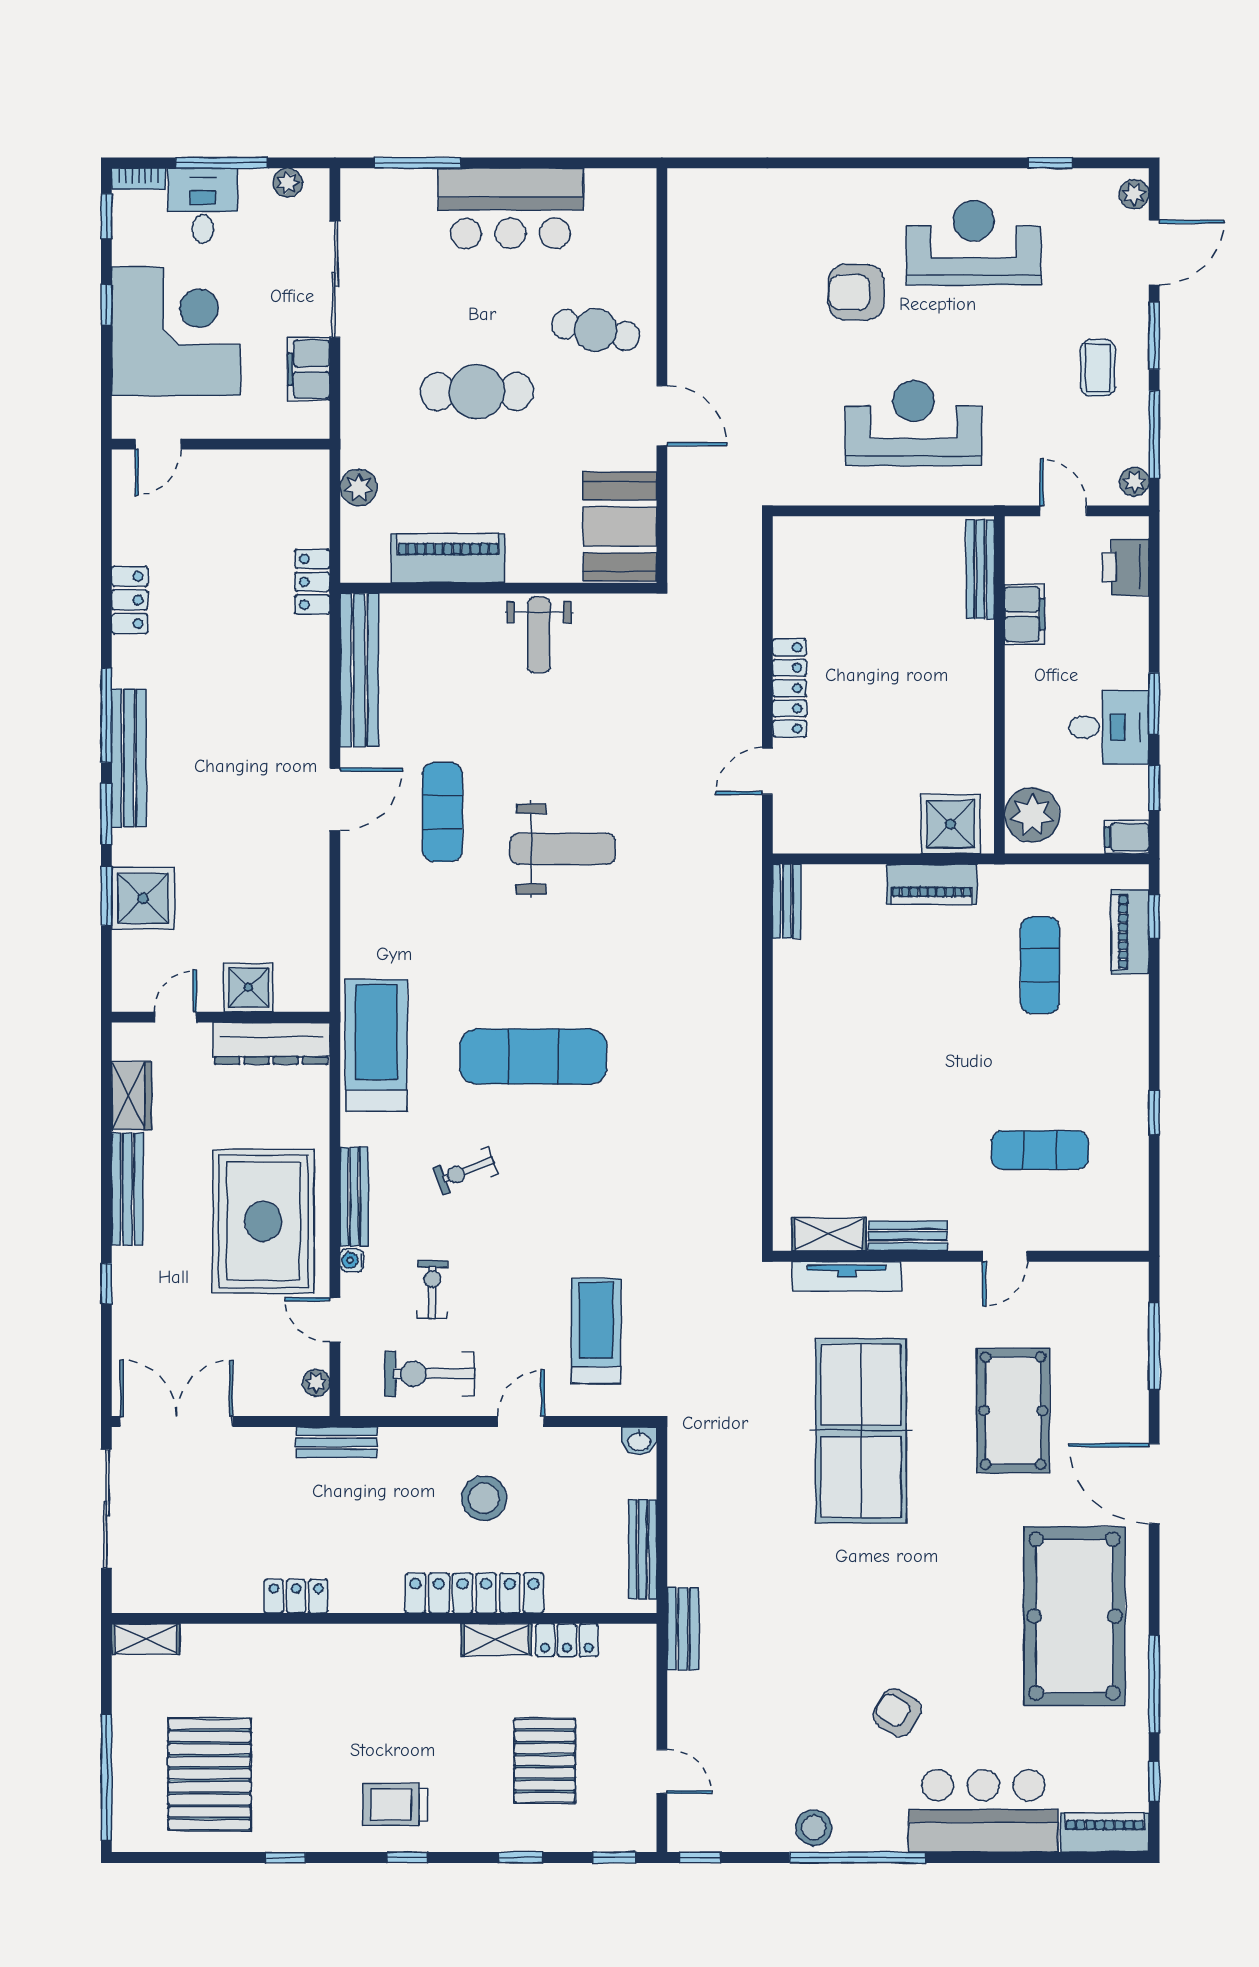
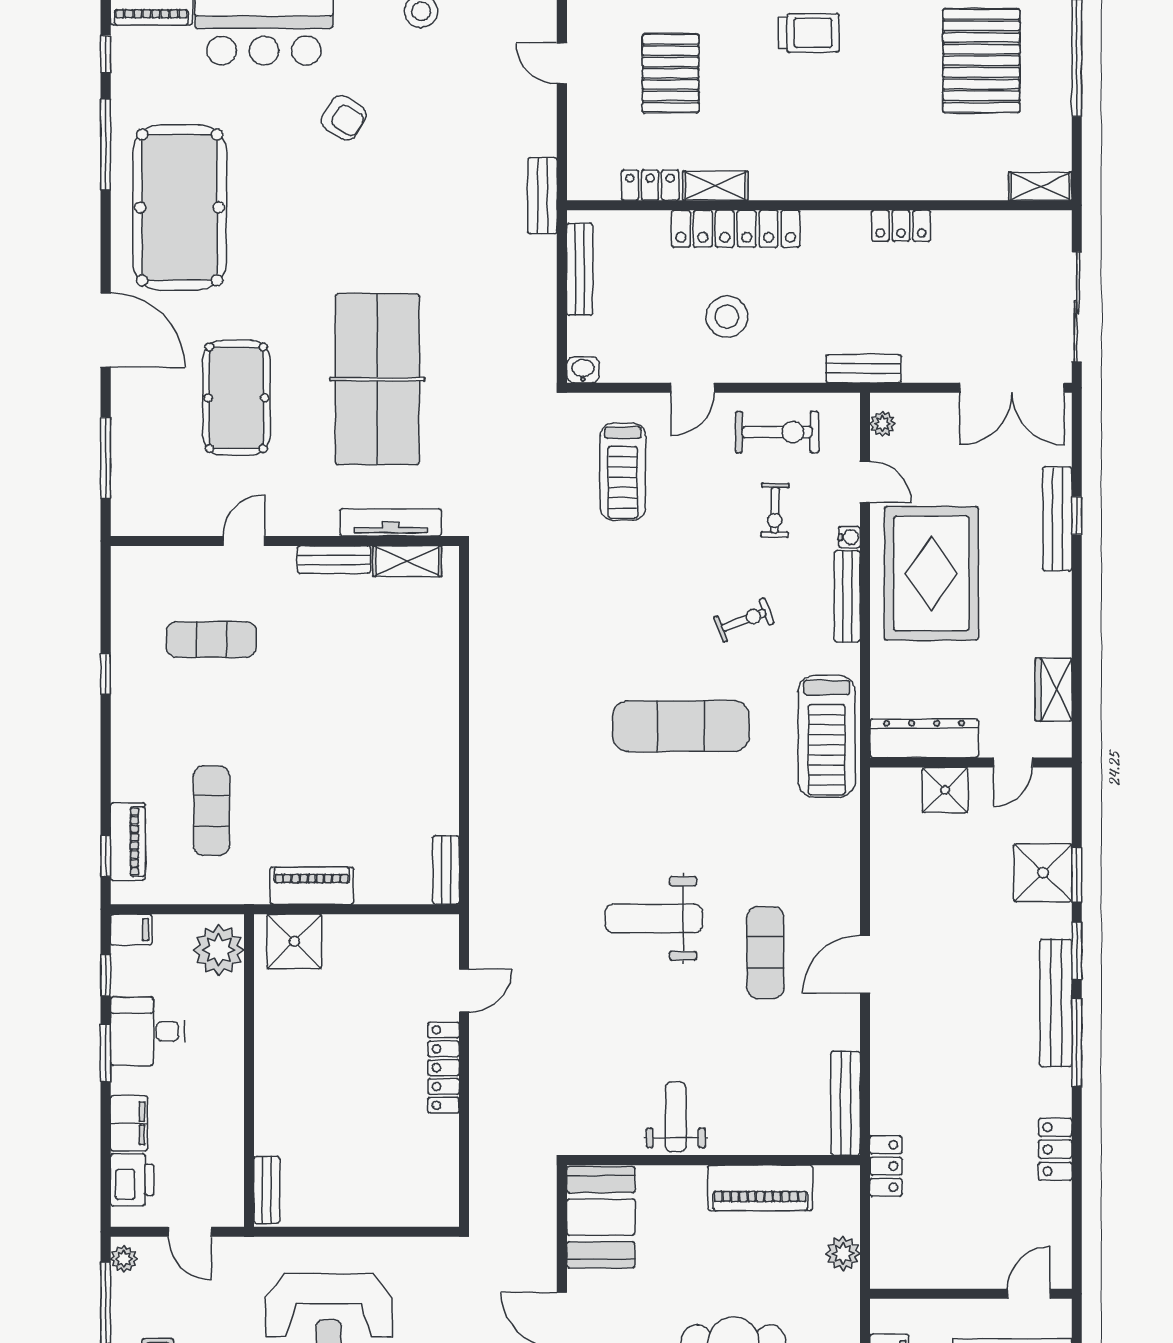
bench: (980, 569) -> (267, 1190), width x0.73
filing cabinet: (1025, 614) -> (129, 1123), moved, turned 180
bench: (359, 670) -> (845, 1103), width x0.73, depth x0.82
bench: (127, 1189) -> (1057, 519), moved

